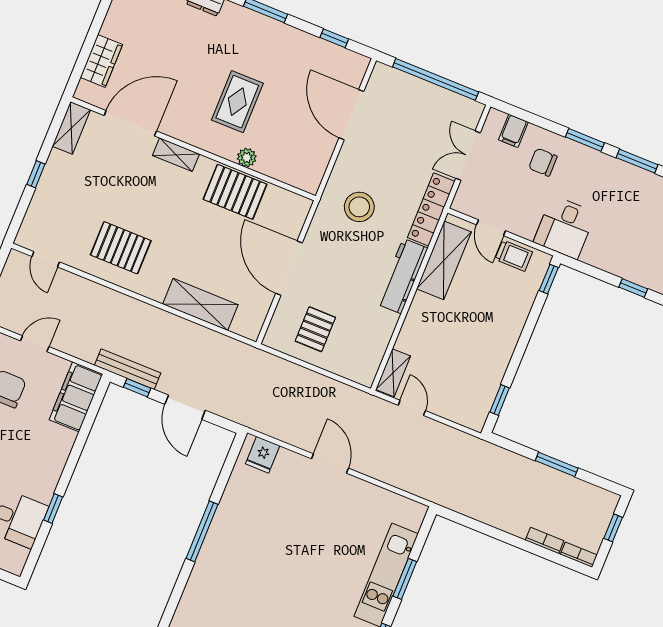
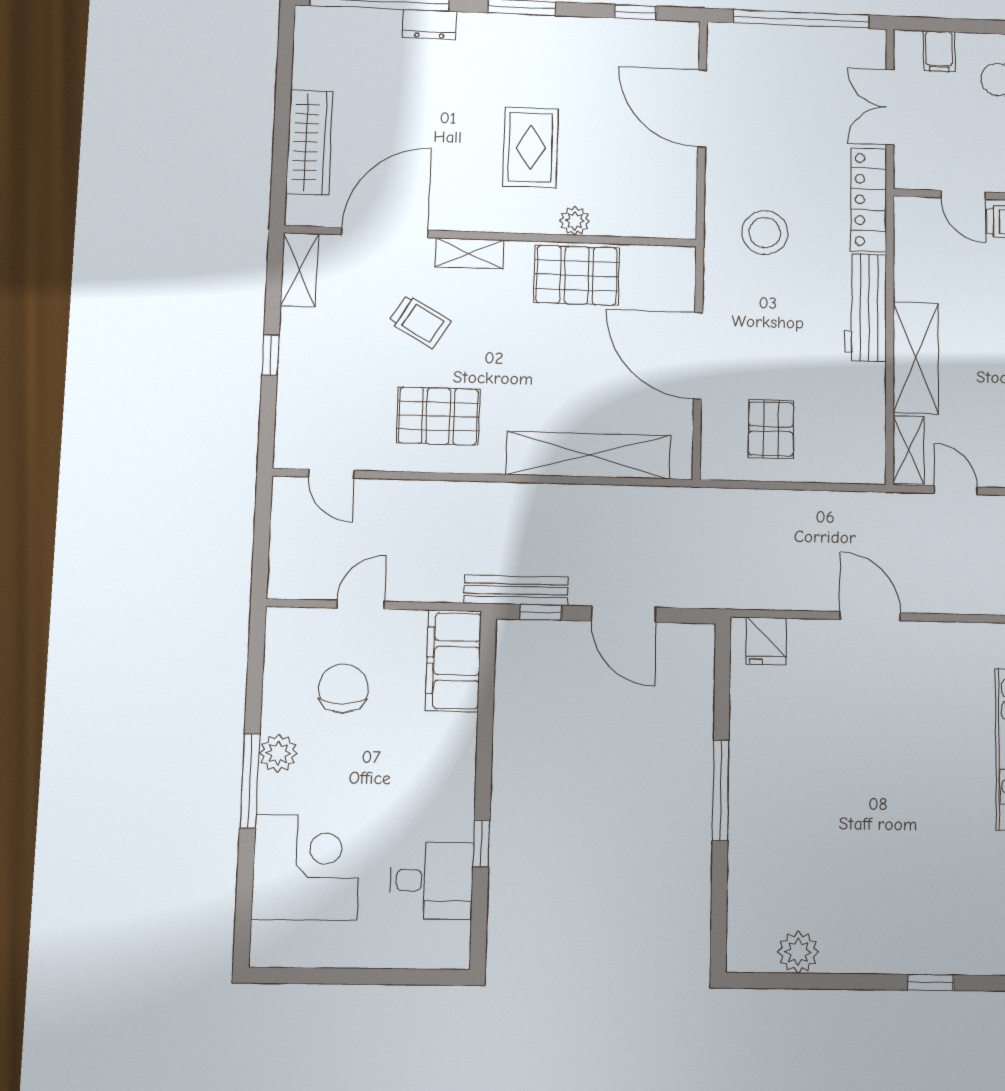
wardrobe: (101, 61) -> (309, 142), width x1.50
trolley: (131, 186) -> (420, 322), added
shelving: (444, 260) -> (916, 358), moved
shelving: (200, 304) -> (588, 455), width x1.47

